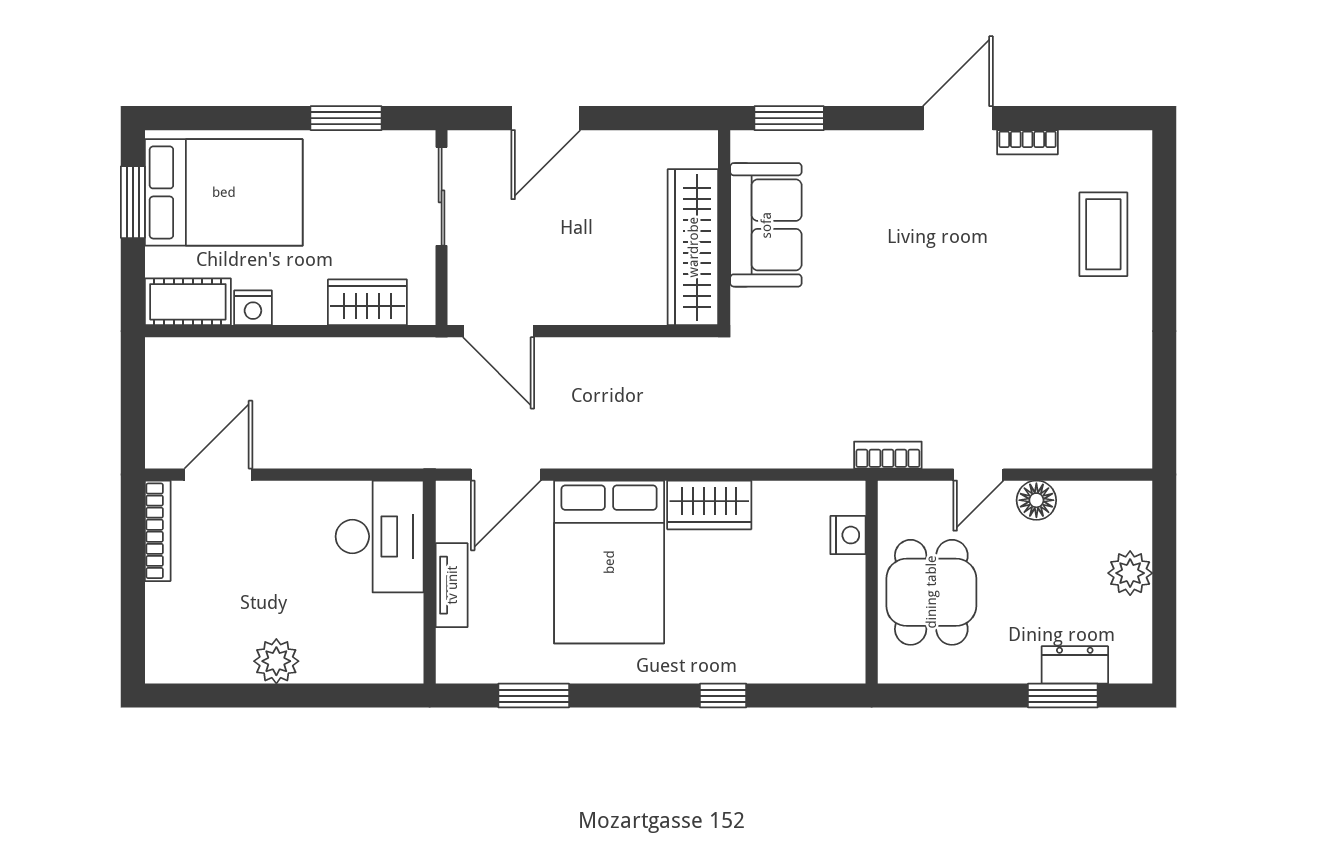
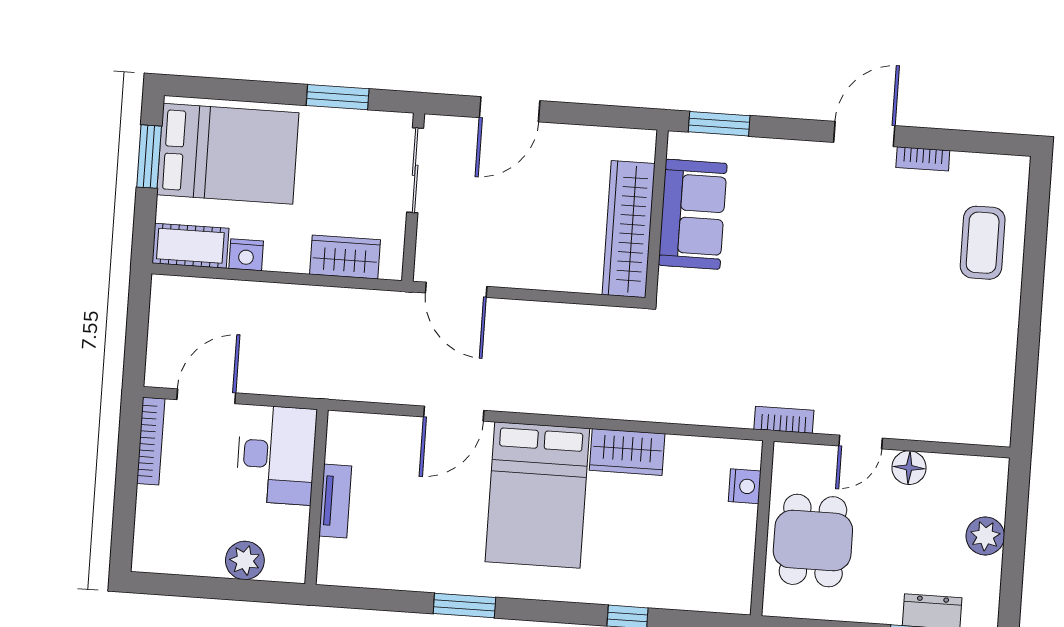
desk: (380, 536) -> (276, 455), moved
wall: (430, 582) -> (316, 497), moved
tv unit: (452, 585) -> (335, 501), moved

